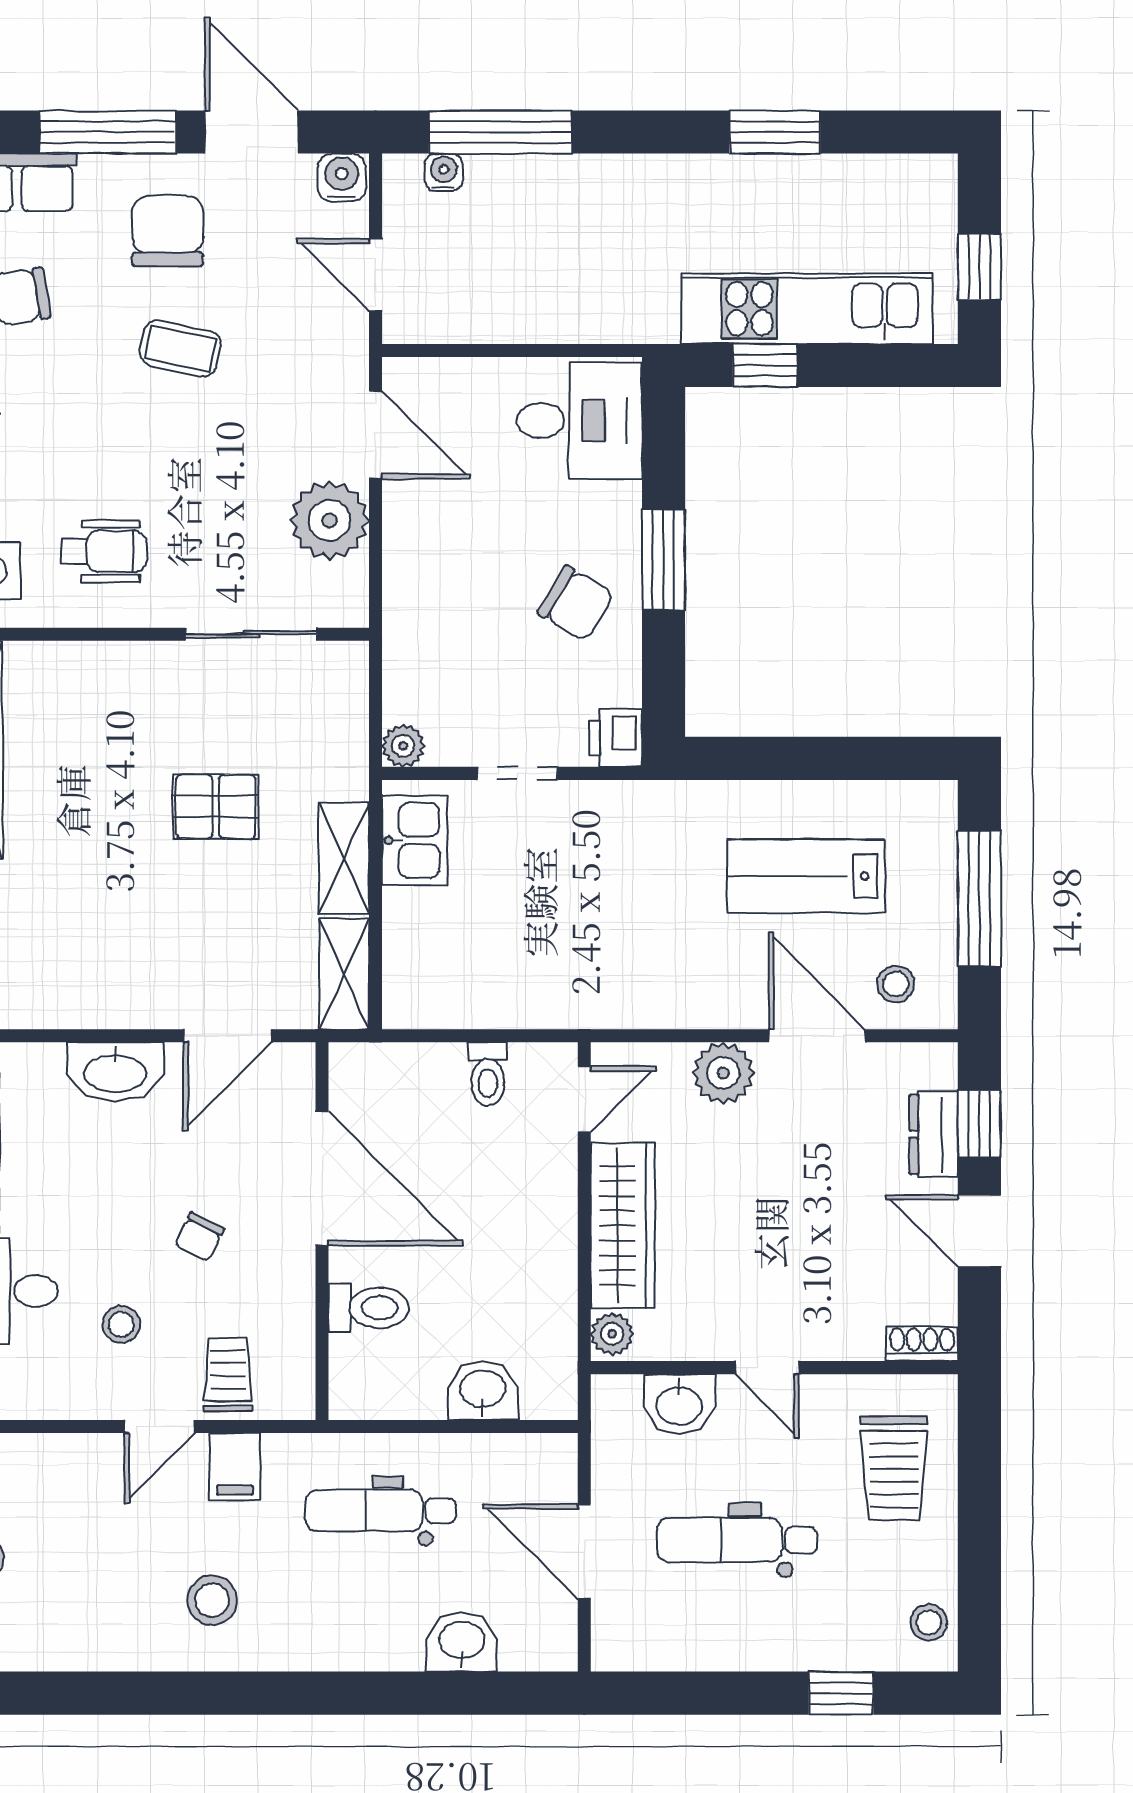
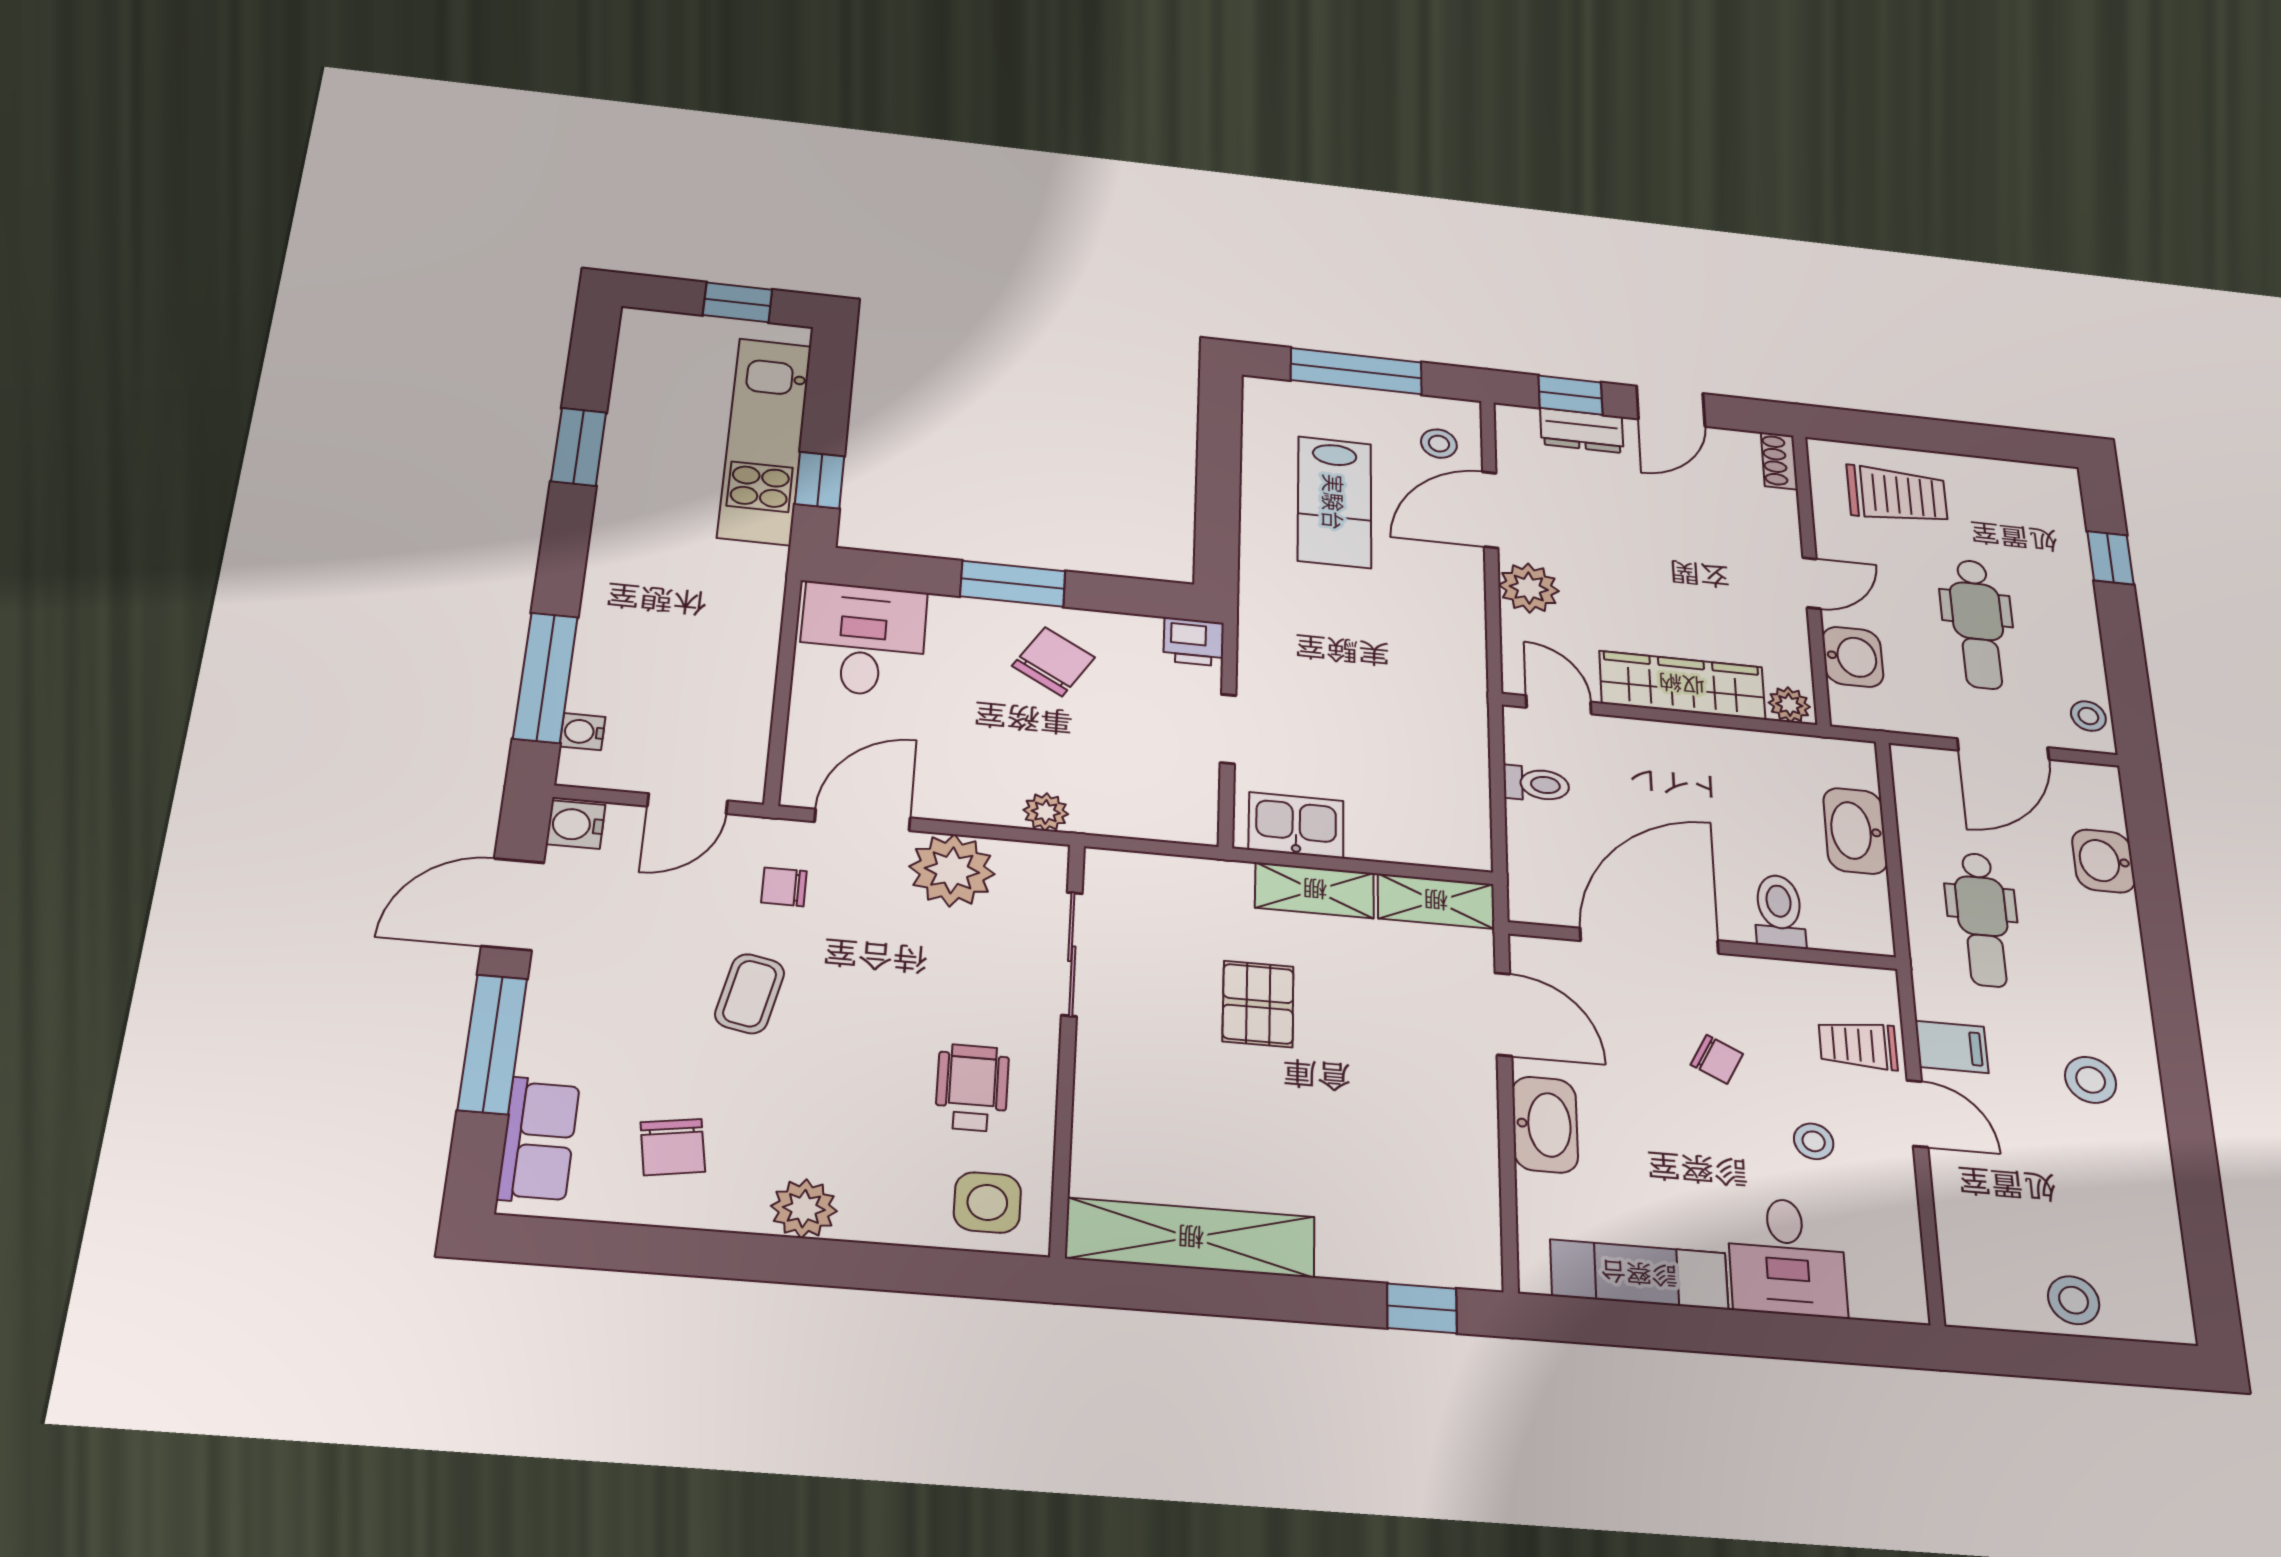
chair: (168, 231) -> (784, 887), moved, width x0.54, depth x0.54
plant: (403, 746) -> (1046, 812), moved
washbasin: (483, 1390) -> (1855, 831), width x1.38
stool: (929, 1622) -> (2088, 716), moved

